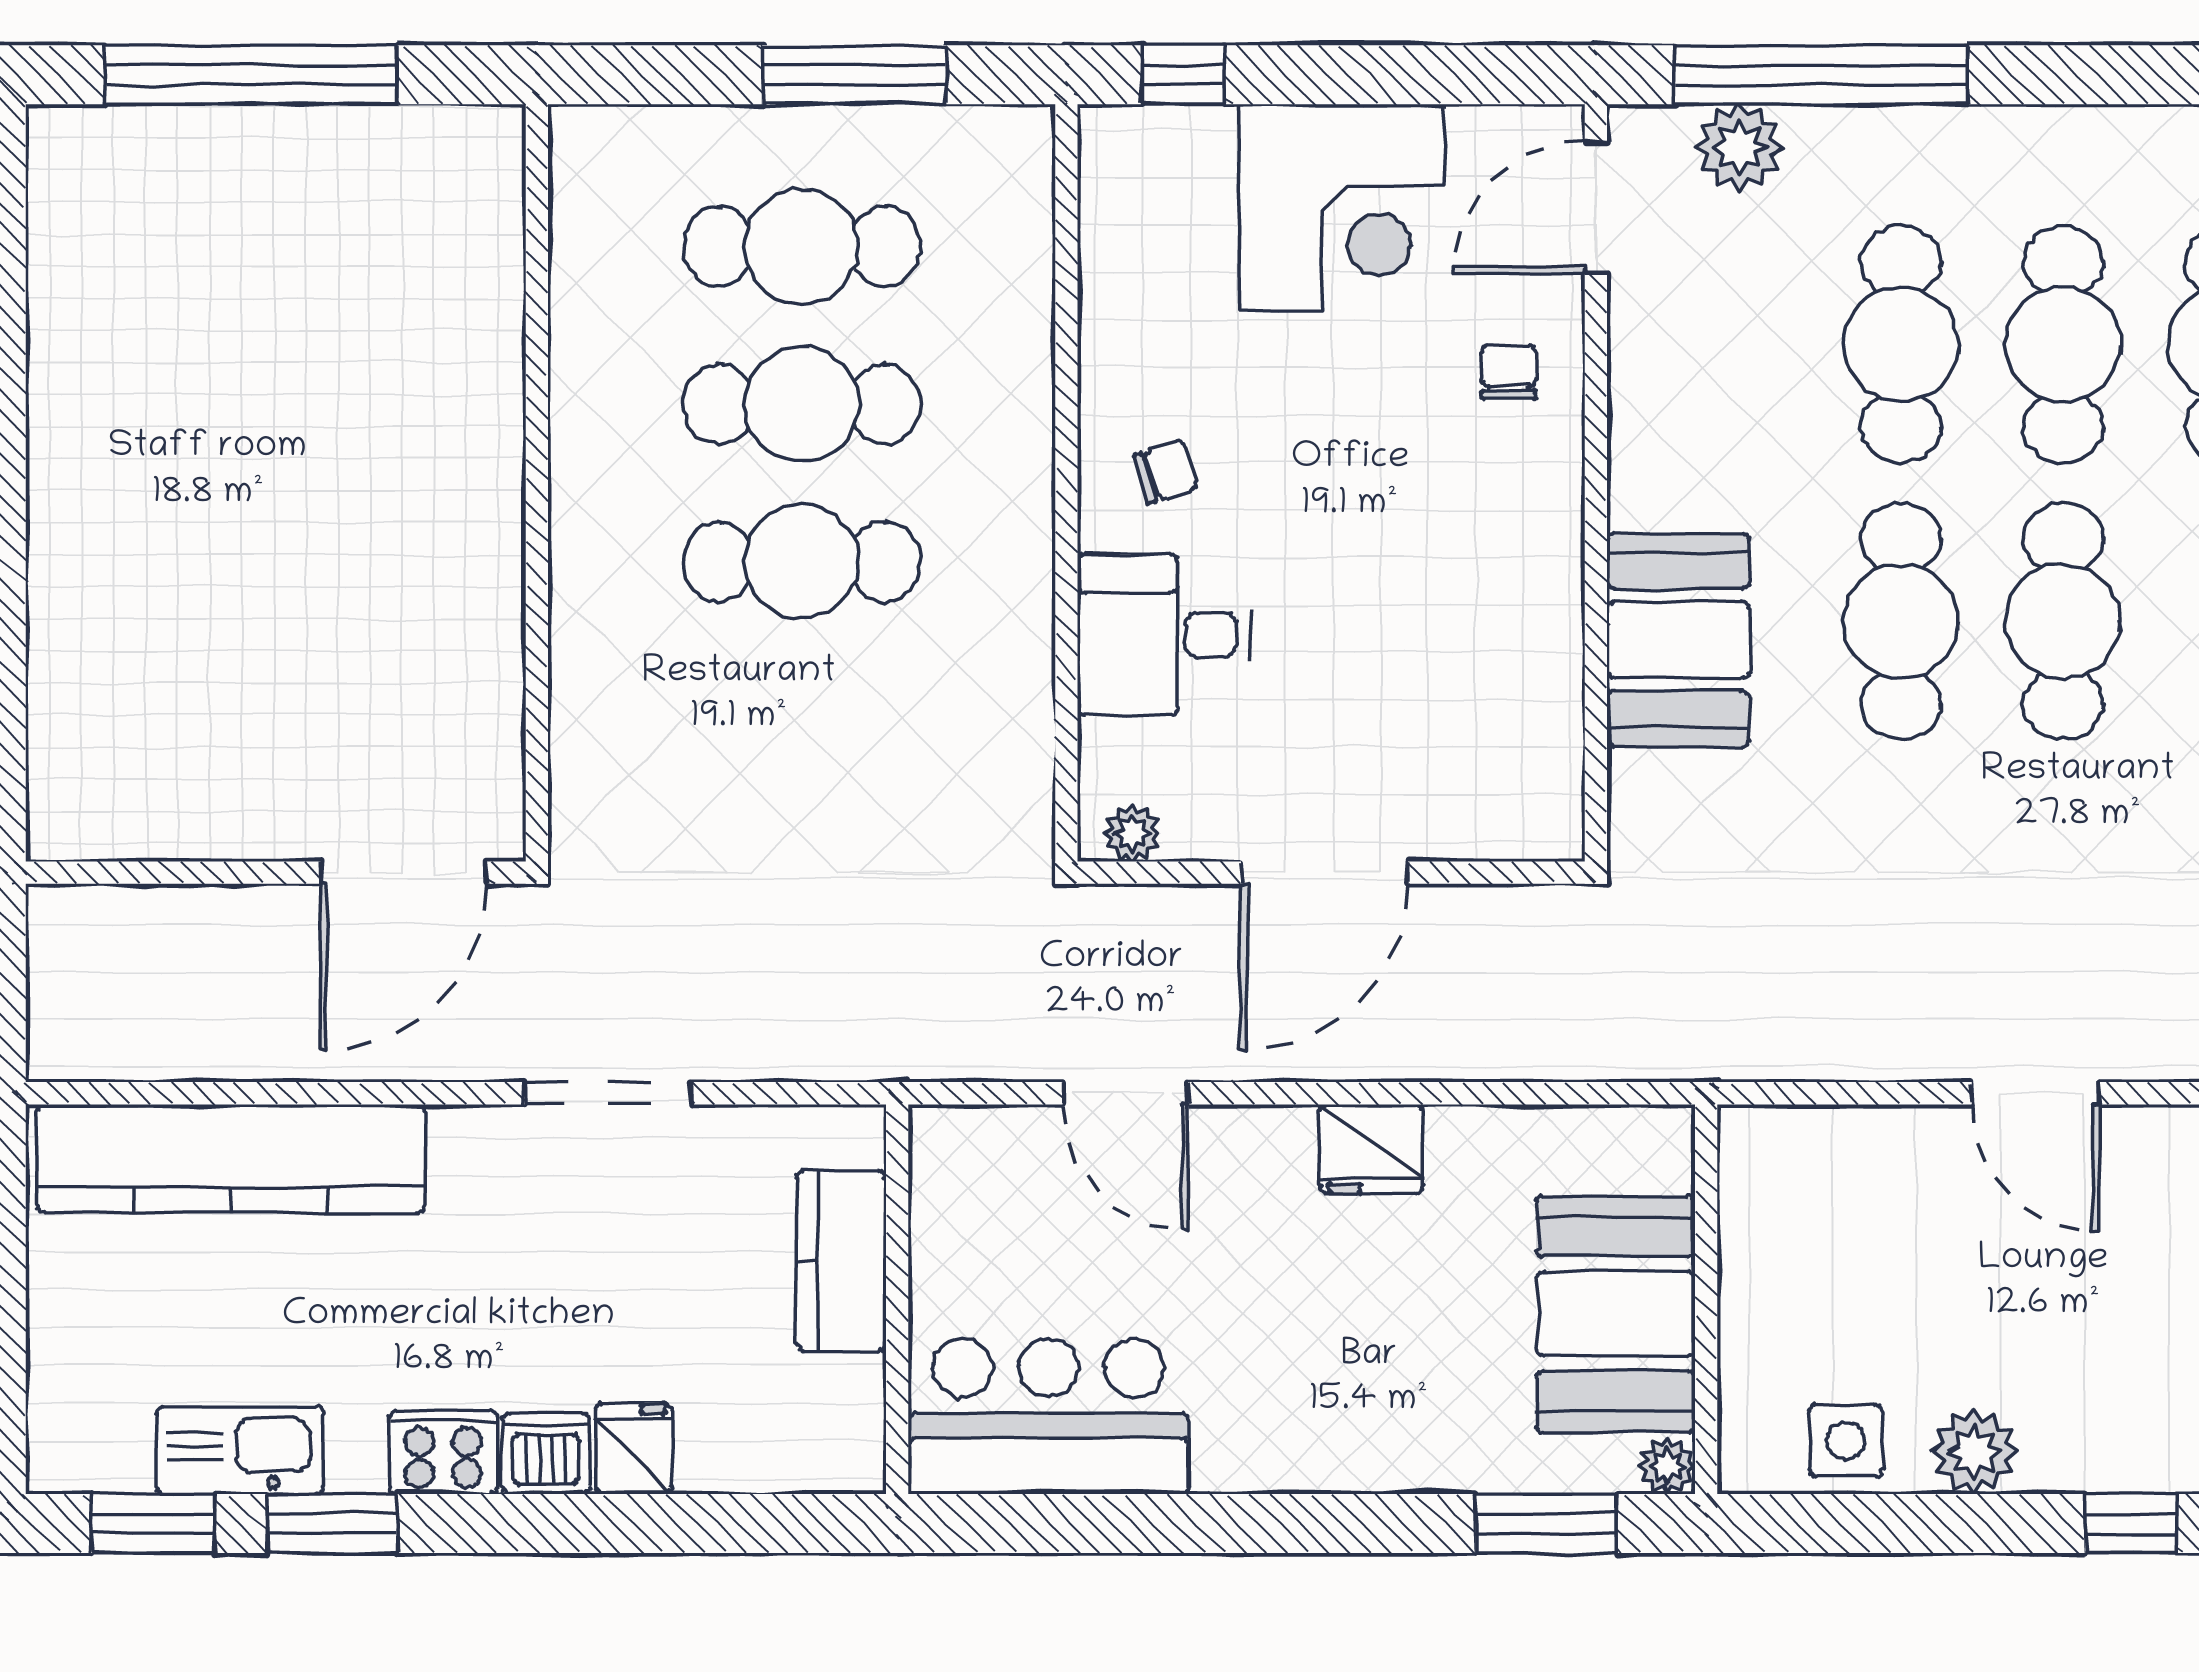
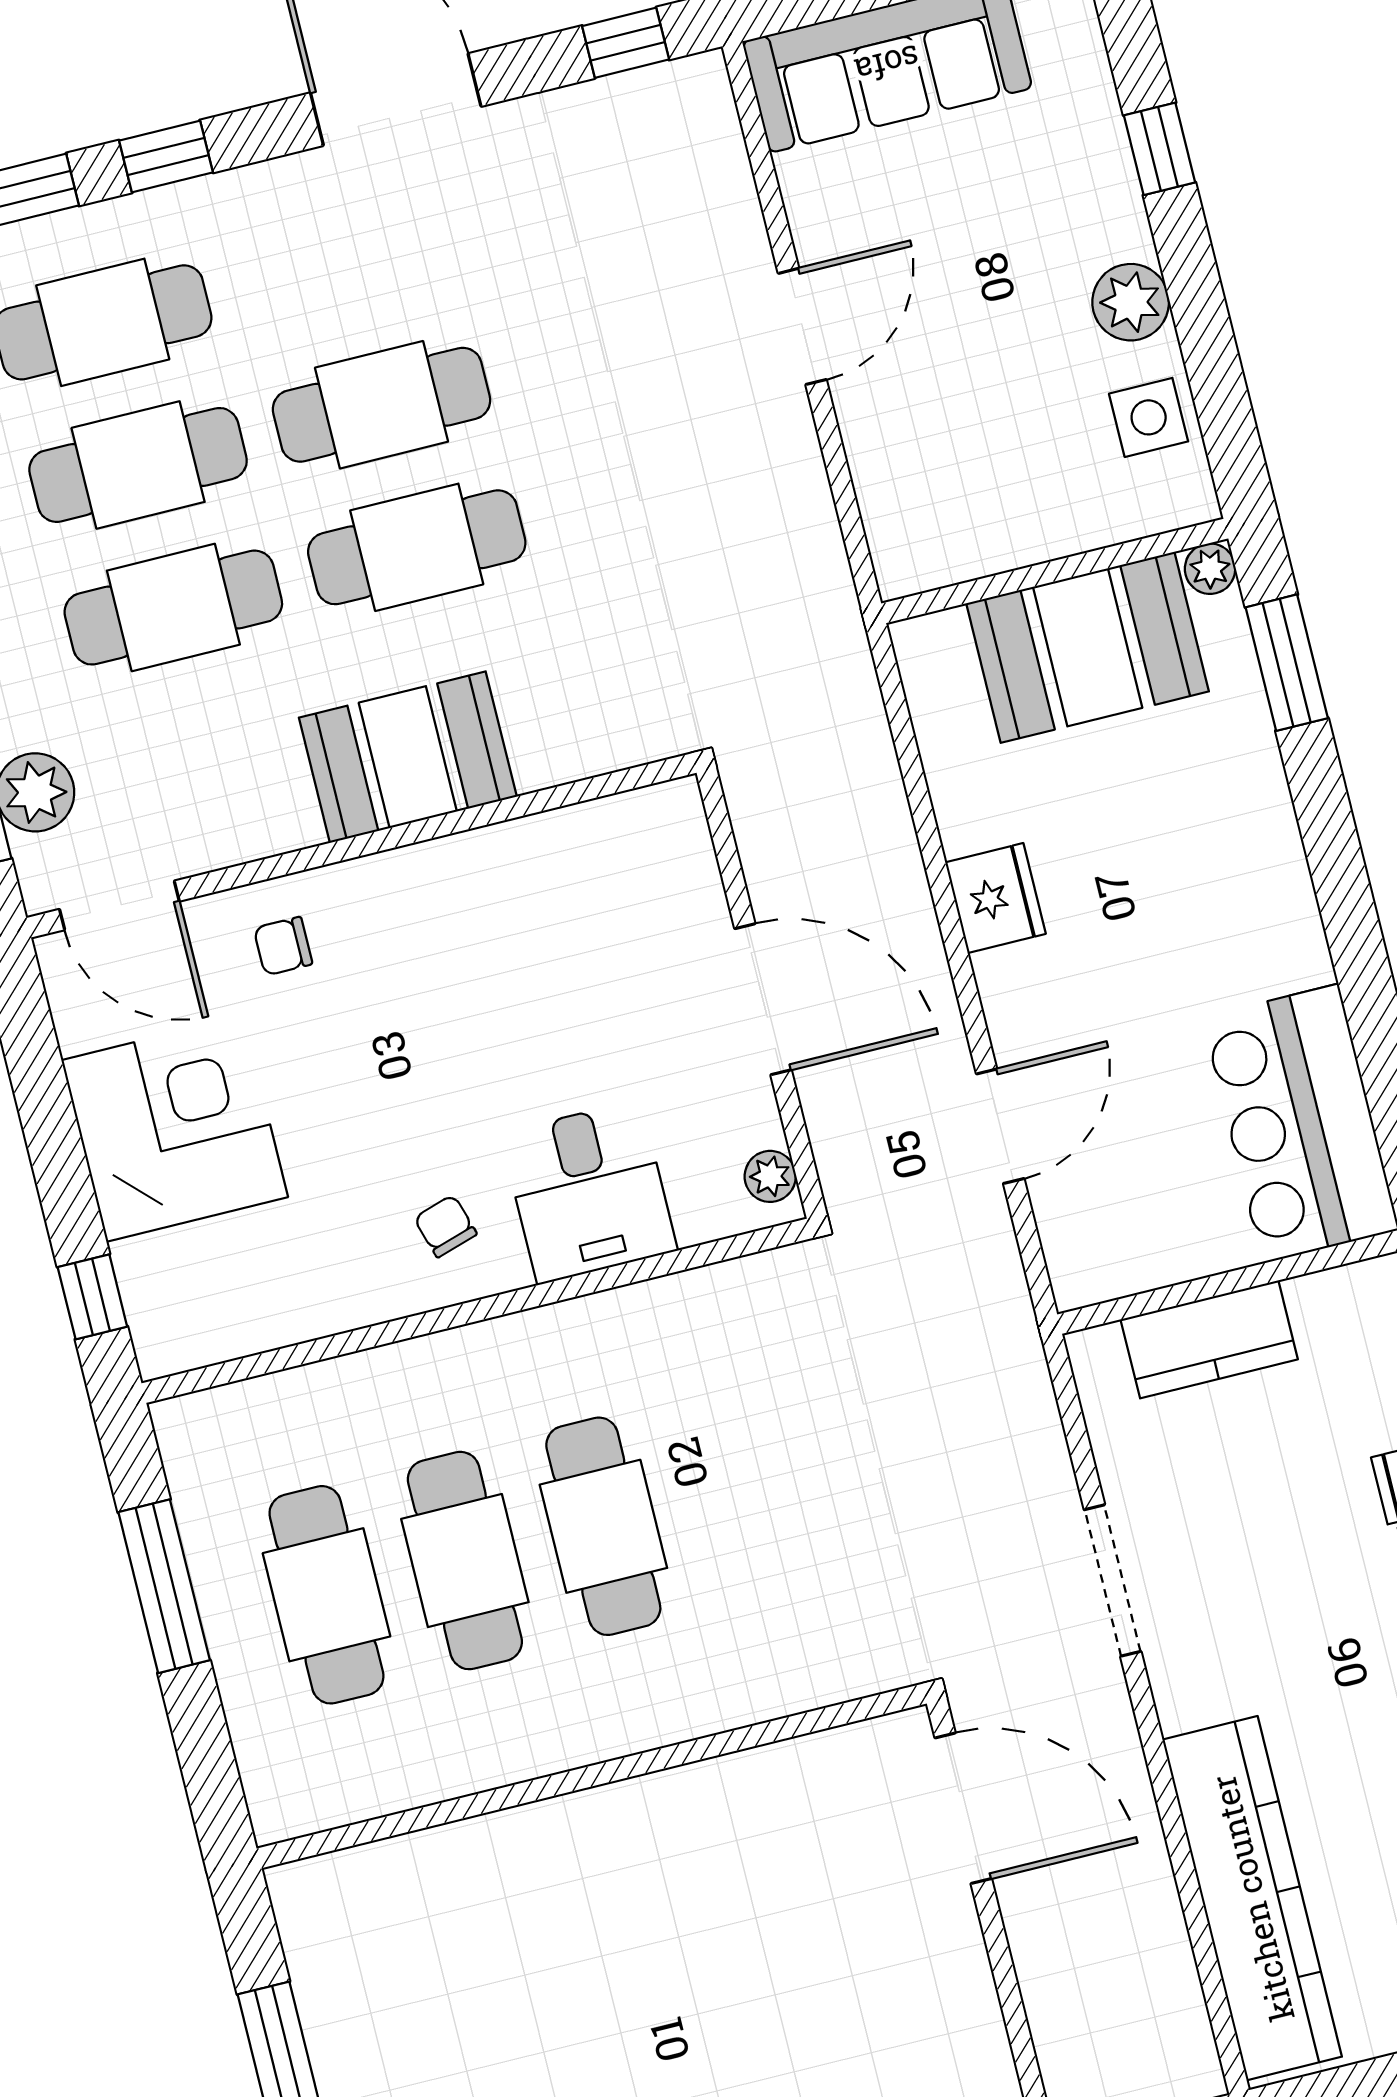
booth: (1678, 640) -> (408, 757), moved

